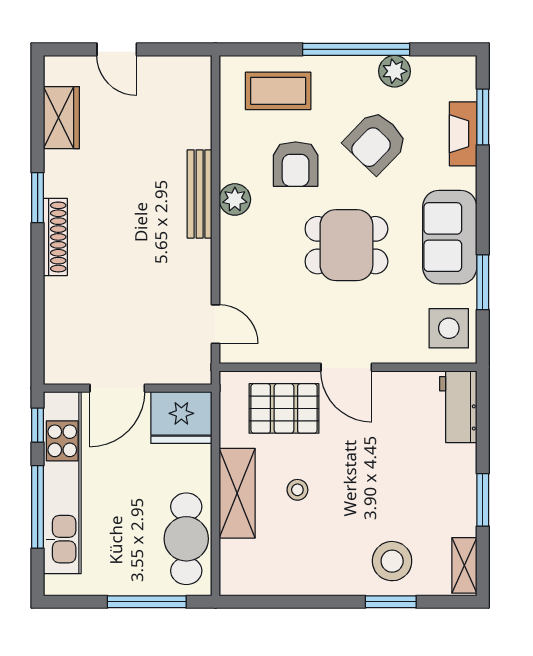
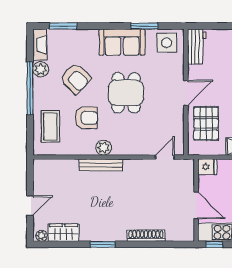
plant: (55, 73) -> (41, 236), added
fireplace: (463, 134) -> (40, 45), moved, turned -90
shoe rack: (55, 237) -> (146, 236), moved
workbench: (458, 407) -> (197, 47), moved, turned -90
fridge: (181, 418) -> (207, 167), width x0.53, depth x0.75

